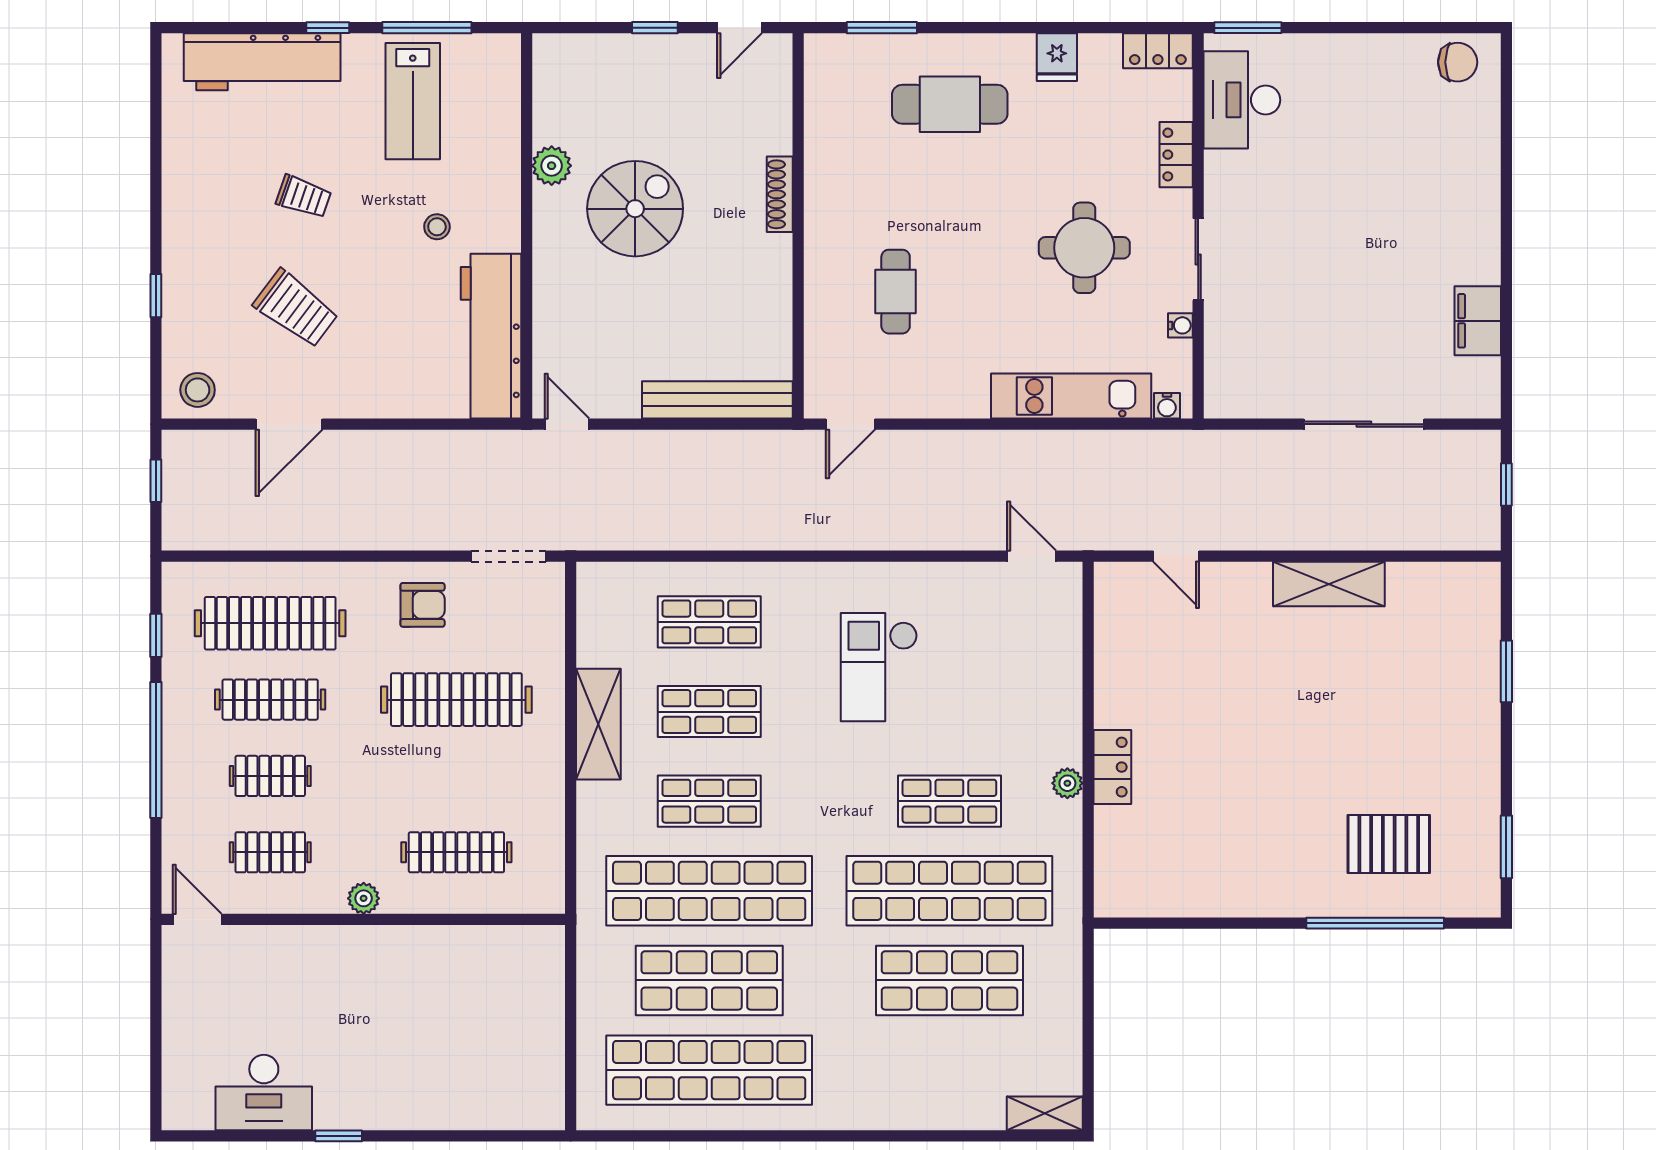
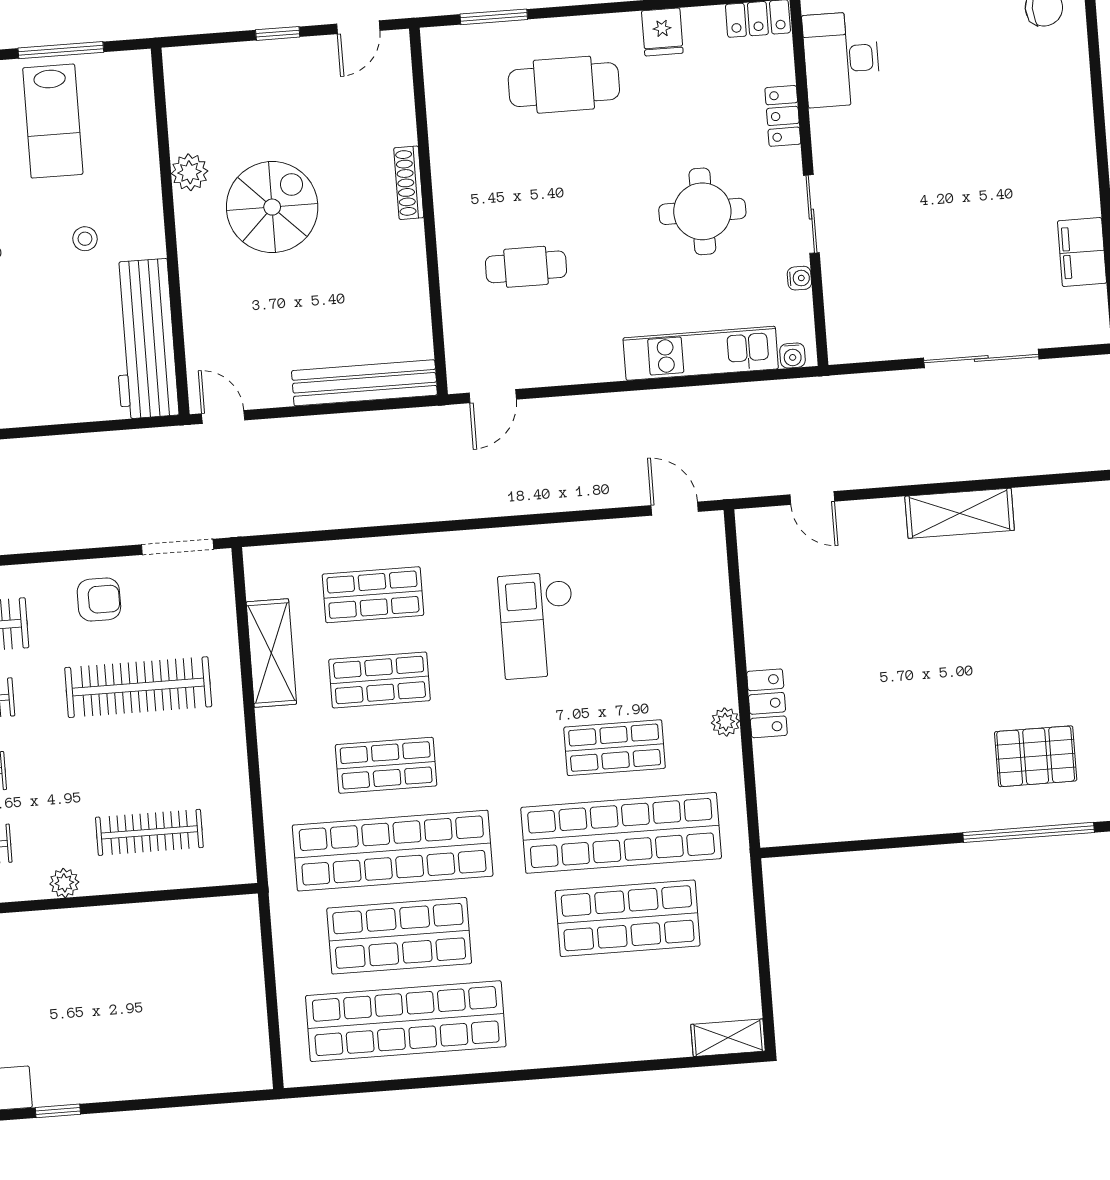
cafe table: (896, 292) -> (526, 267), turned 90
shelving: (598, 724) -> (271, 653), moved

